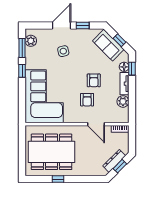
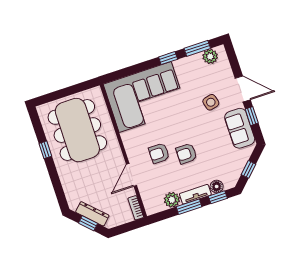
sofa: (108, 45) -> (240, 128), moved, turned -45
window: (132, 91) -> (189, 207), added

